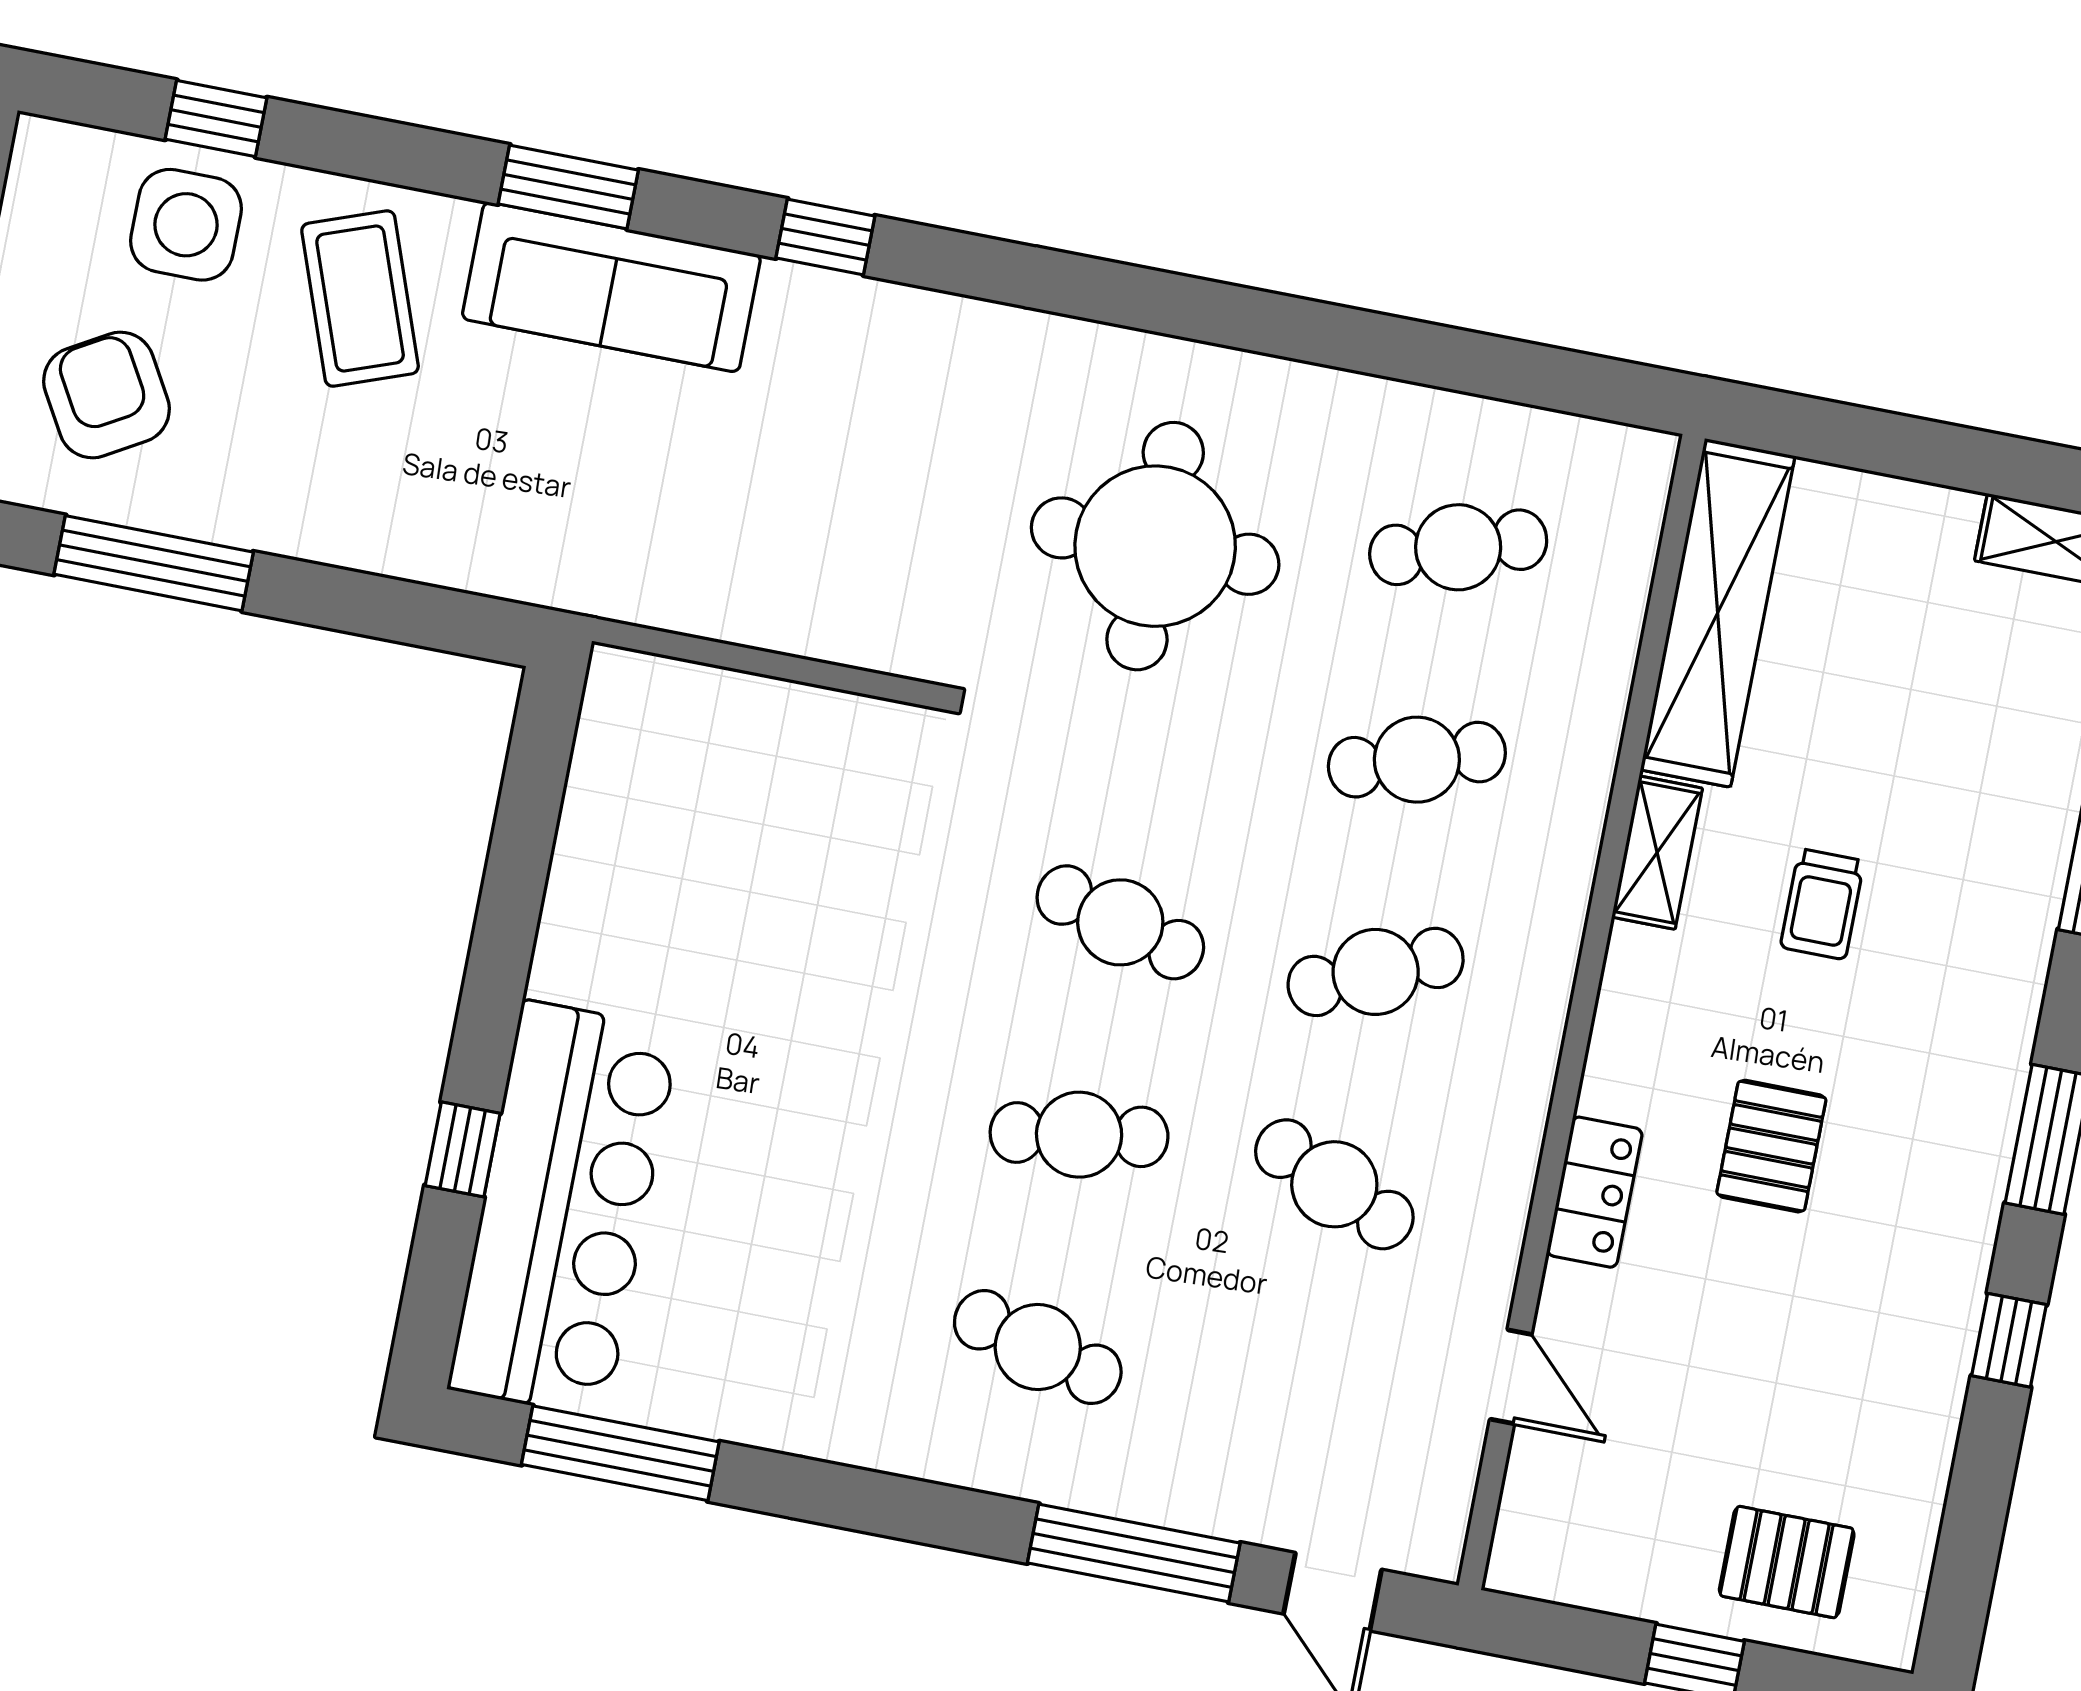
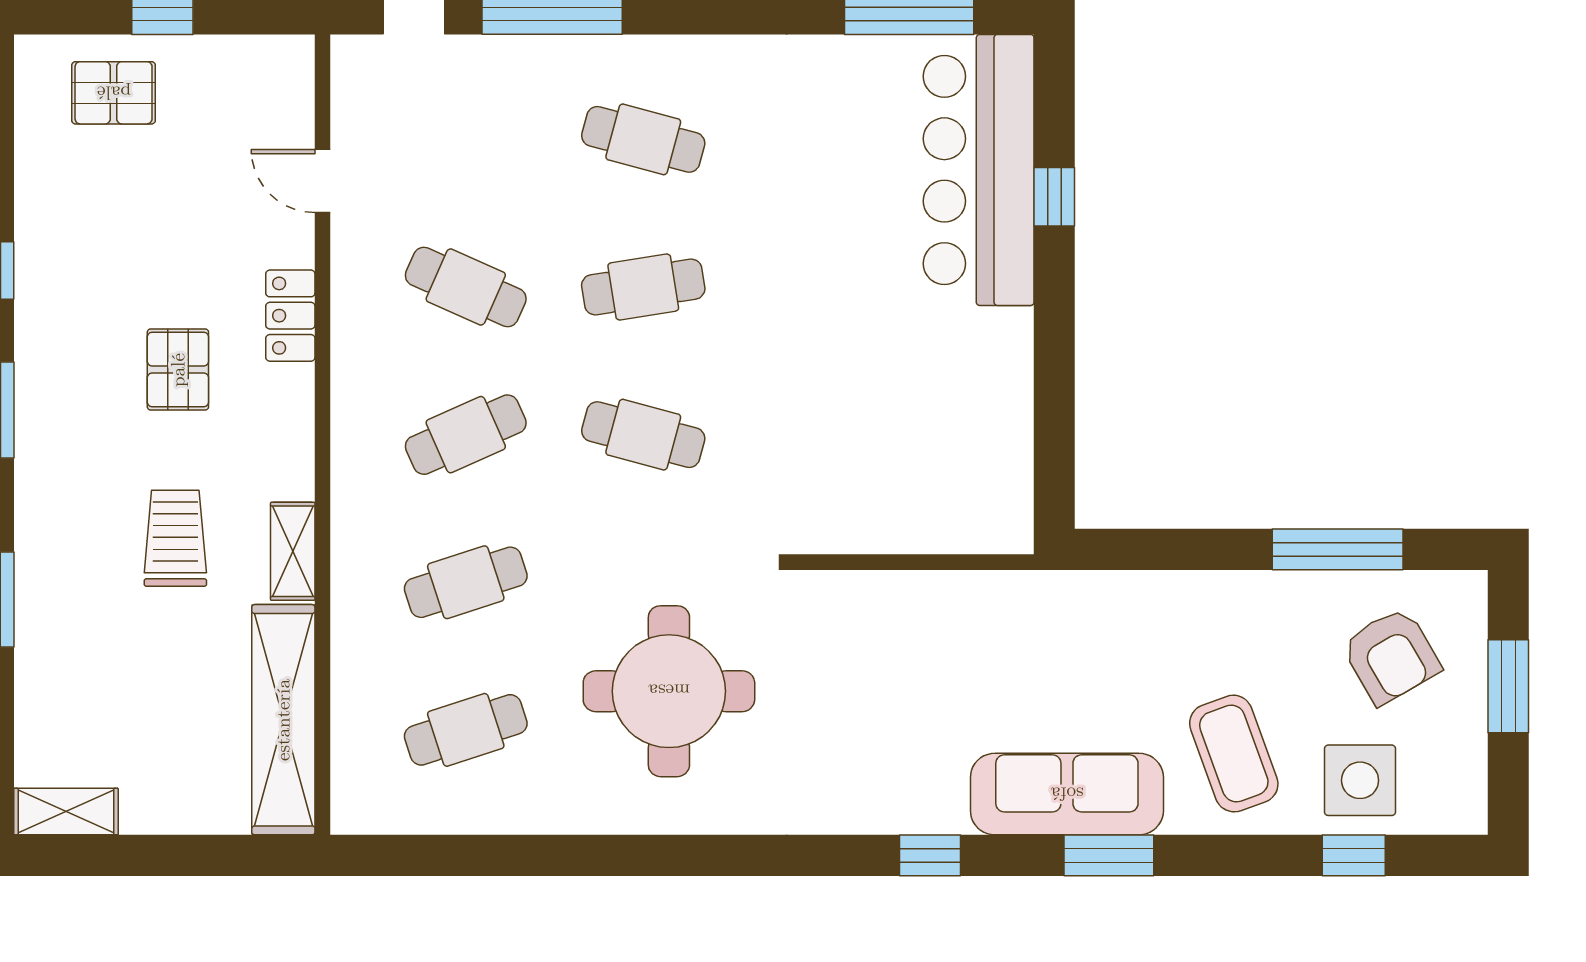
trolley: (1822, 904) -> (175, 538), width x1.36, depth x1.39

